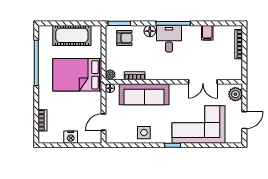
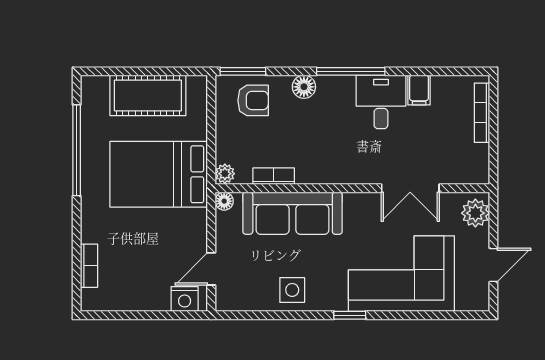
desk: (169, 39) -> (381, 102), moved
nightstand: (71, 137) -> (185, 299), moved

